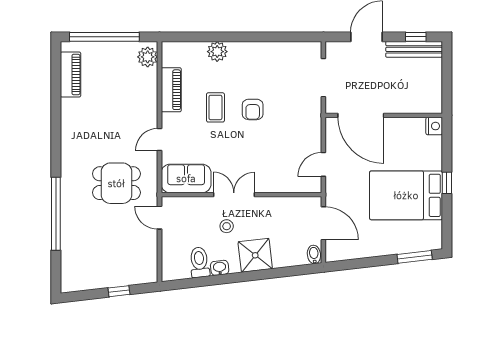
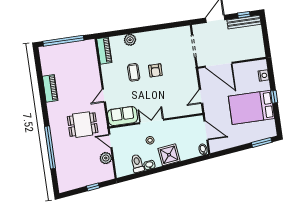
plant: (148, 57) -> (106, 158), moved
piano: (70, 74) -> (50, 88), moved
piano: (171, 90) -> (104, 51), moved
nightstand: (434, 126) -> (264, 75), moved

